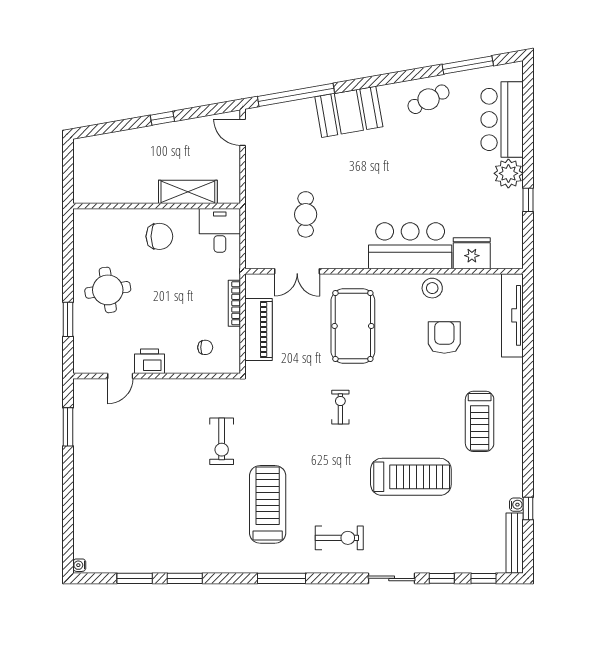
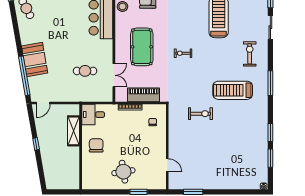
booth: (349, 112) -> (35, 60), moved
pool table: (353, 326) -> (142, 47), turned 90
printer: (150, 361) -> (160, 150), removed

